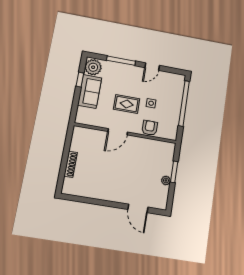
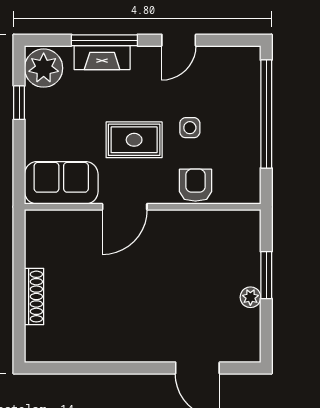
fireplace: (119, 68) -> (102, 58), added
sofa: (90, 91) -> (61, 183), moved, turned -90

